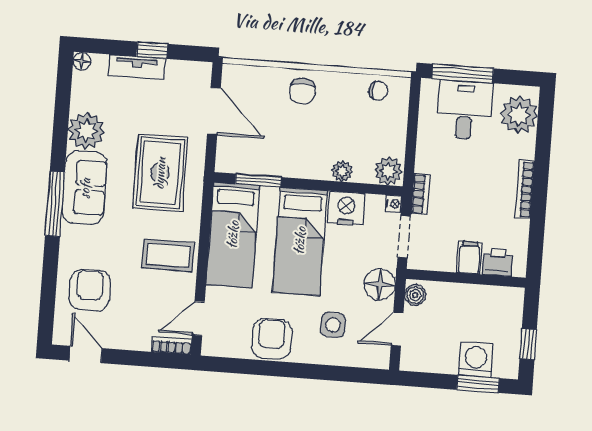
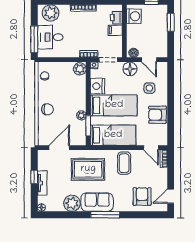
plant: (342, 171) -> (81, 115), moved
armchair: (90, 290) -> (142, 197), turned 90
washing machine: (476, 360) -> (134, 16), moved, turned 180

